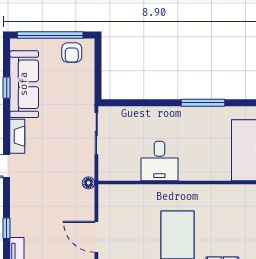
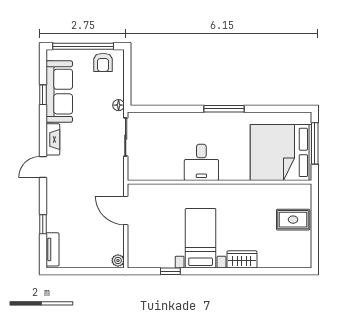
desk: (159, 161) -> (201, 162), moved
floor lamp: (88, 183) -> (119, 105), moved
door: (96, 237) -> (126, 211), moved

